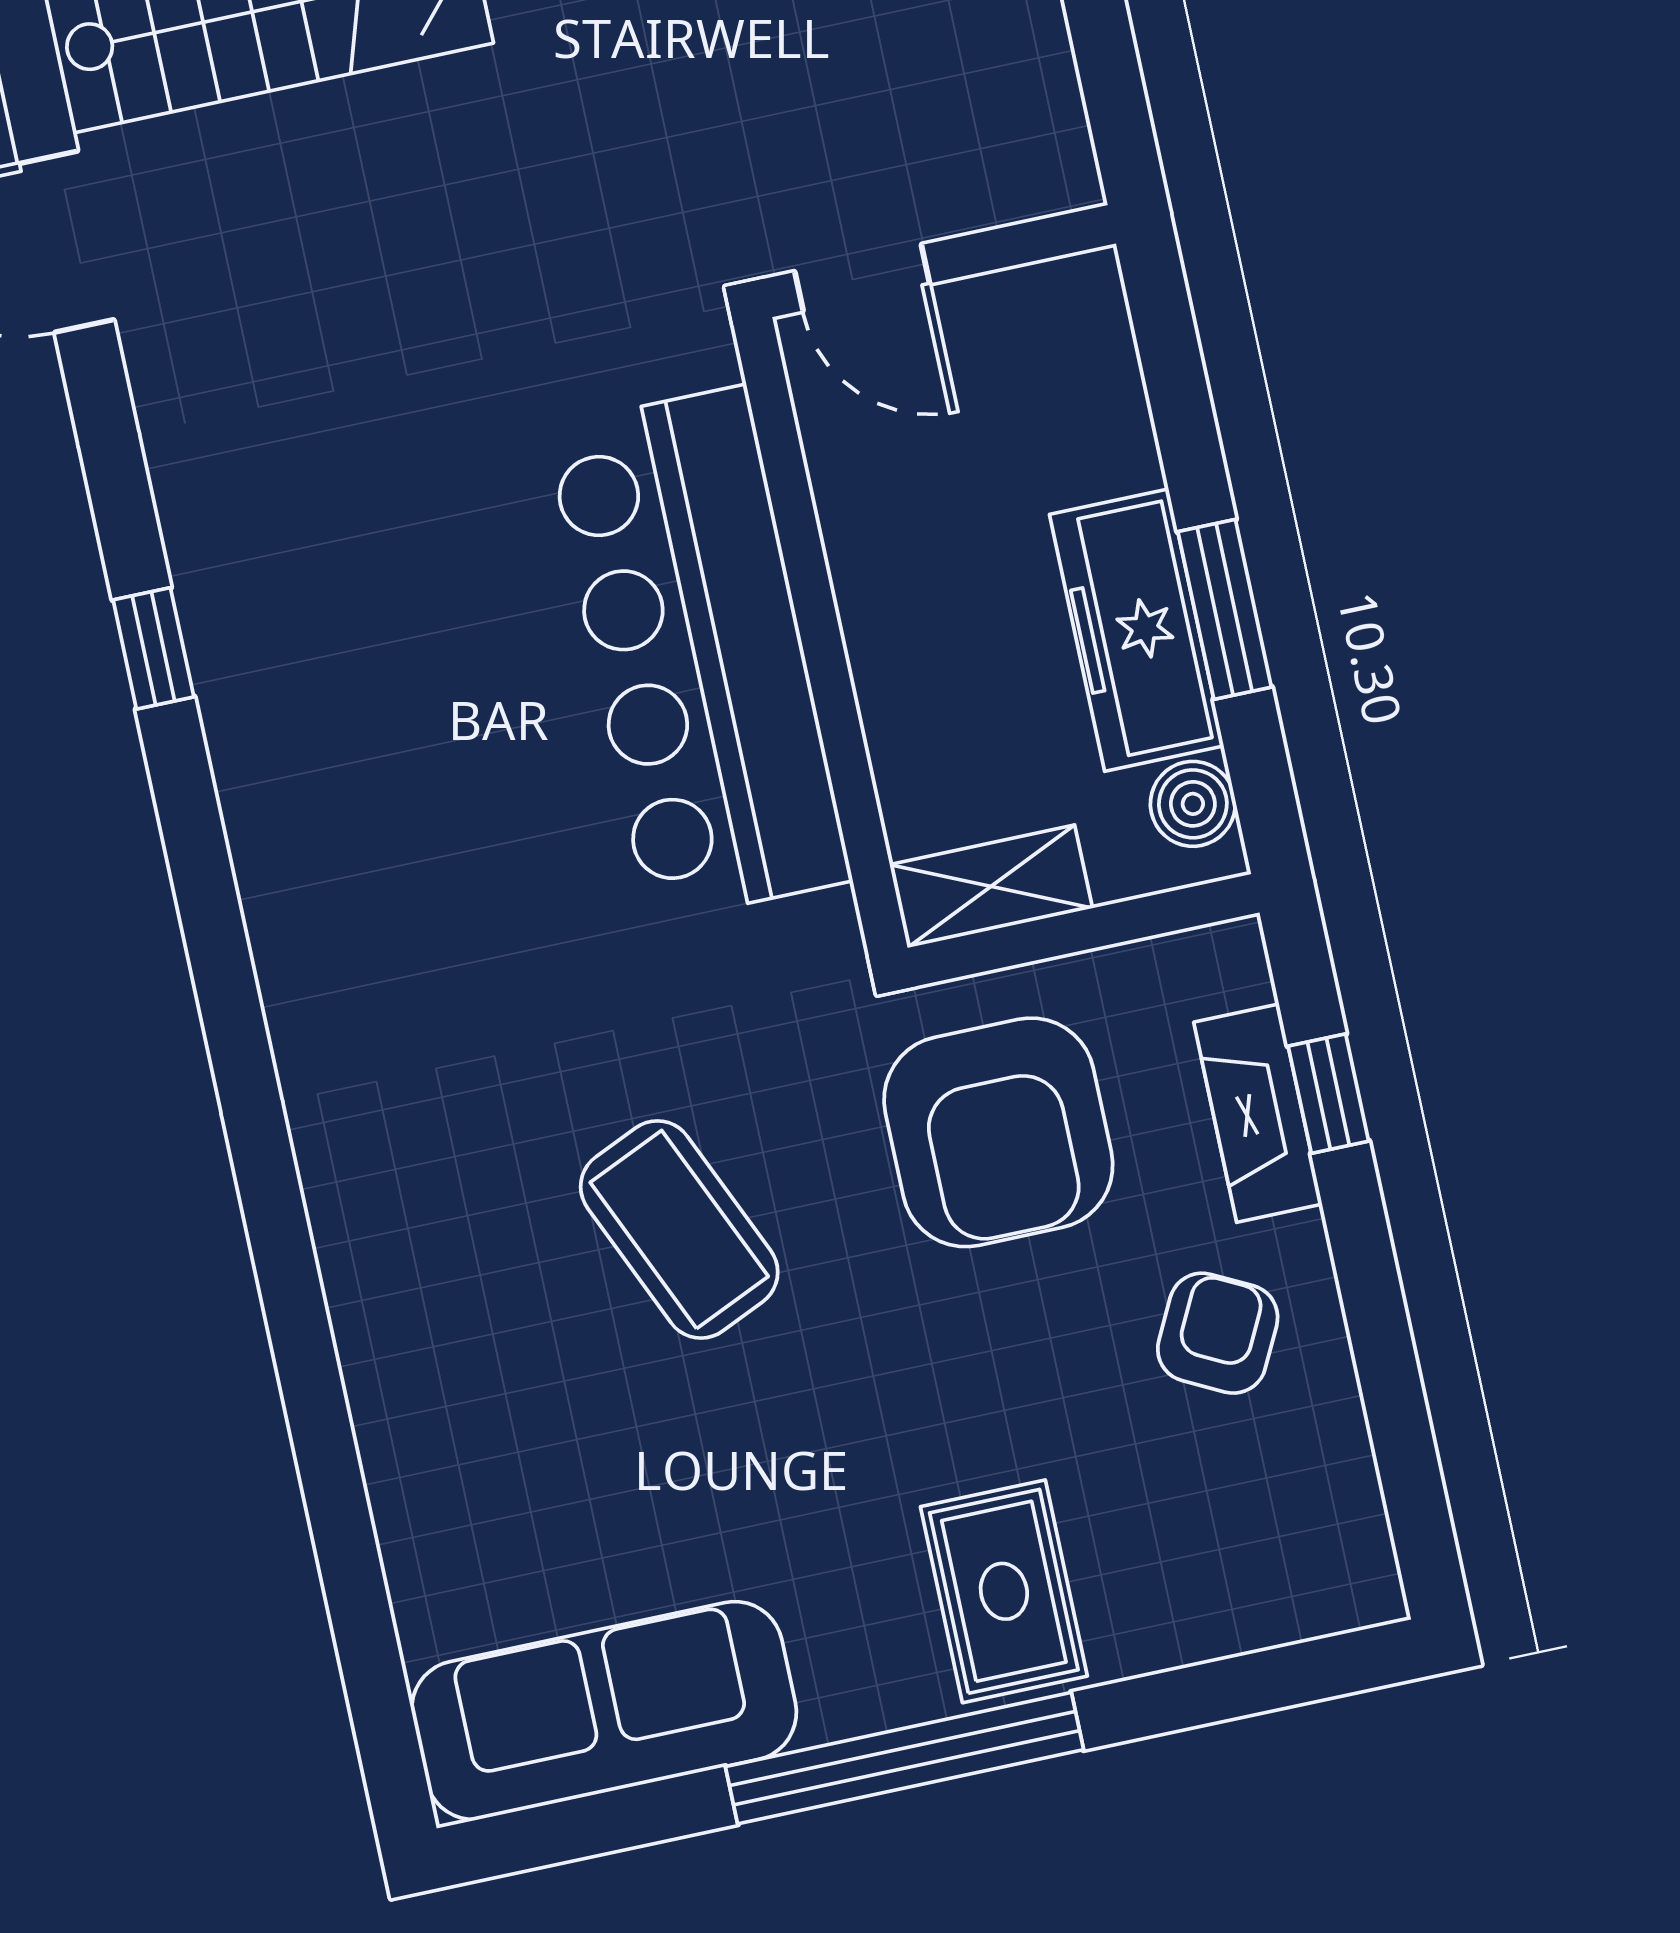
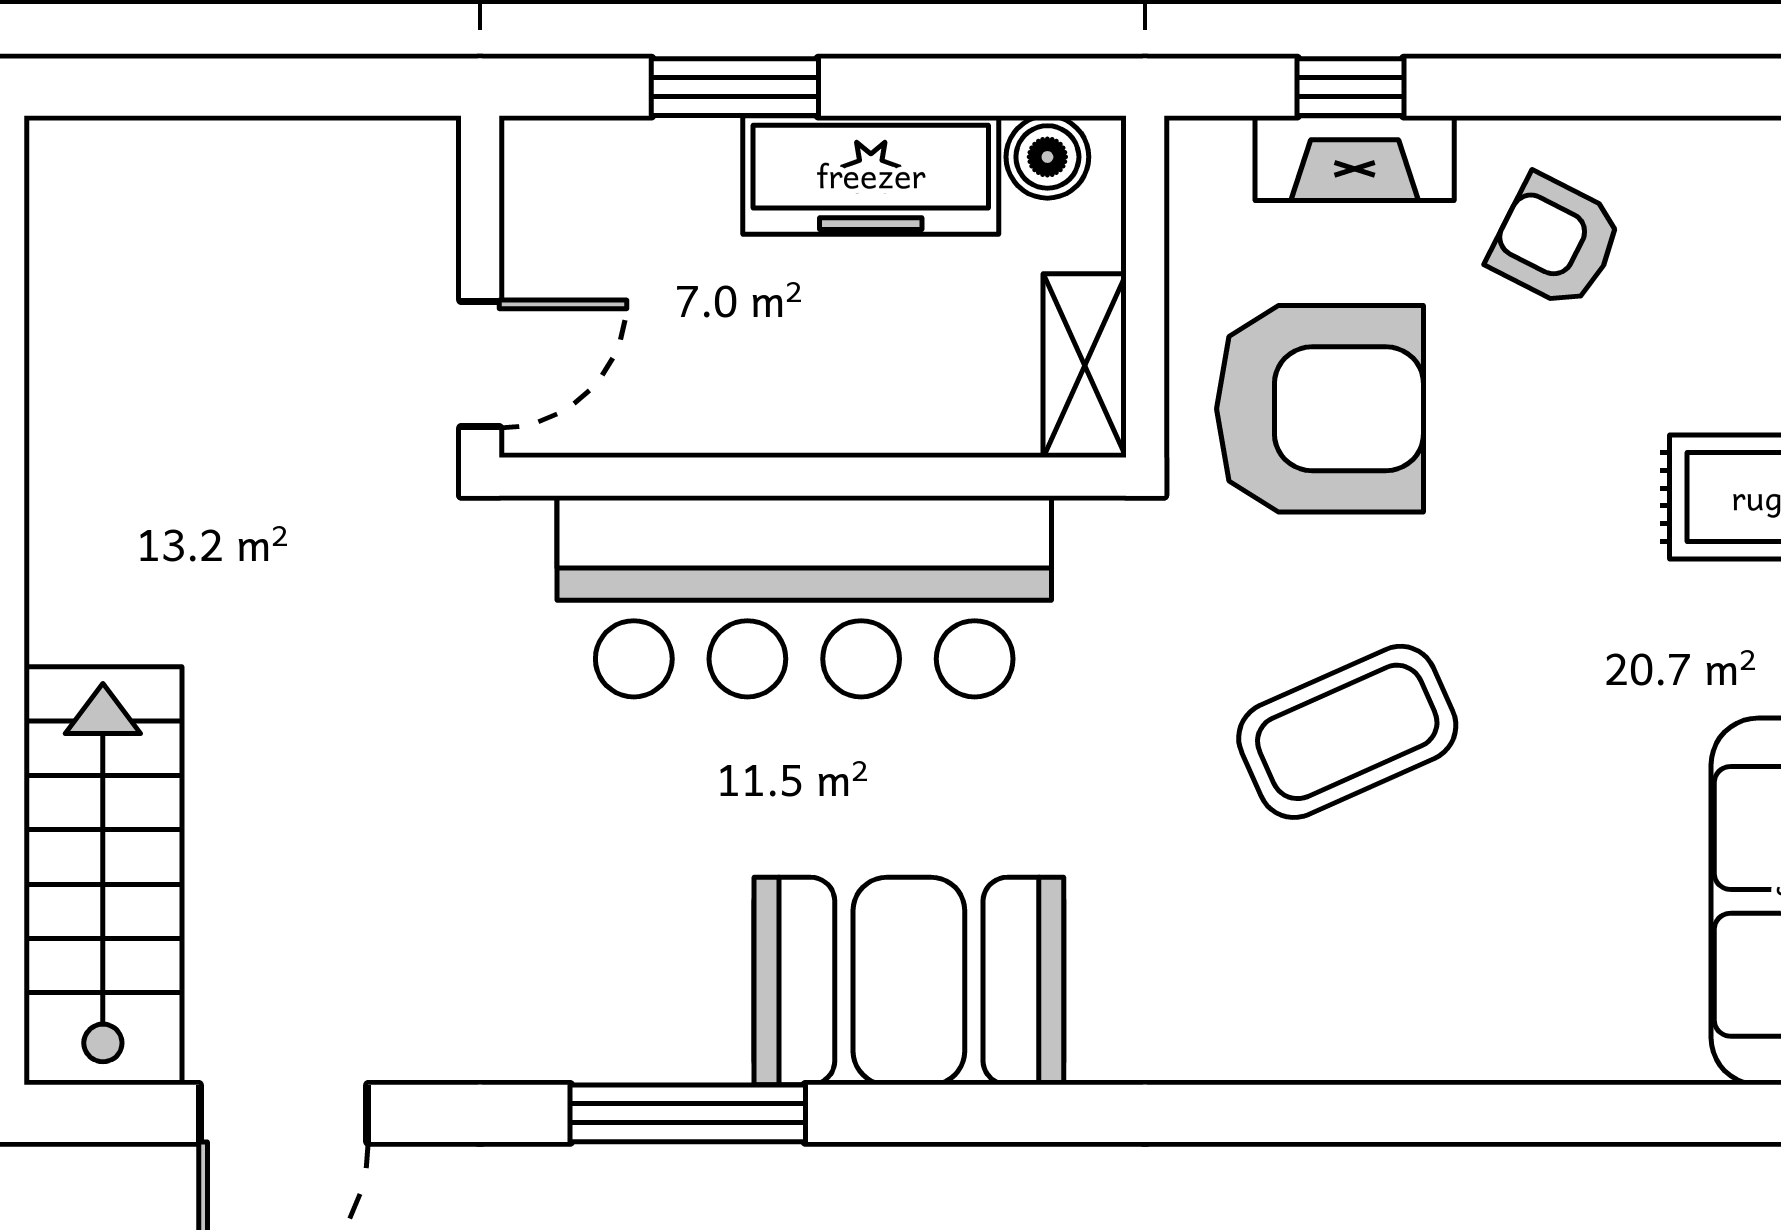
window: (1225, 609) -> (735, 87), moved
window: (153, 648) -> (688, 1113), width x2.17
booth: (334, 842) -> (909, 981), added

